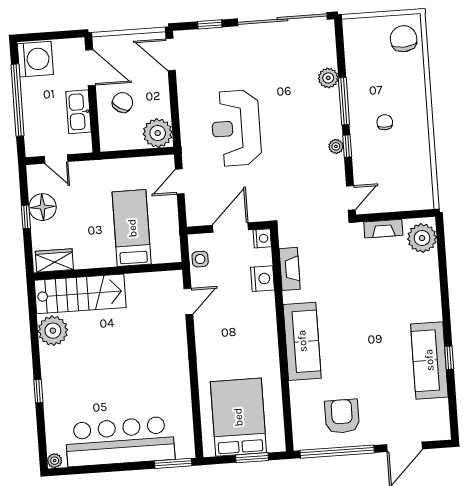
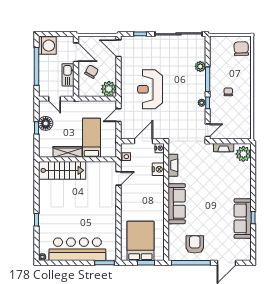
wardrobe: (54, 260) -> (67, 152), moved, width x1.50
plant: (53, 331) -> (46, 189), removed

